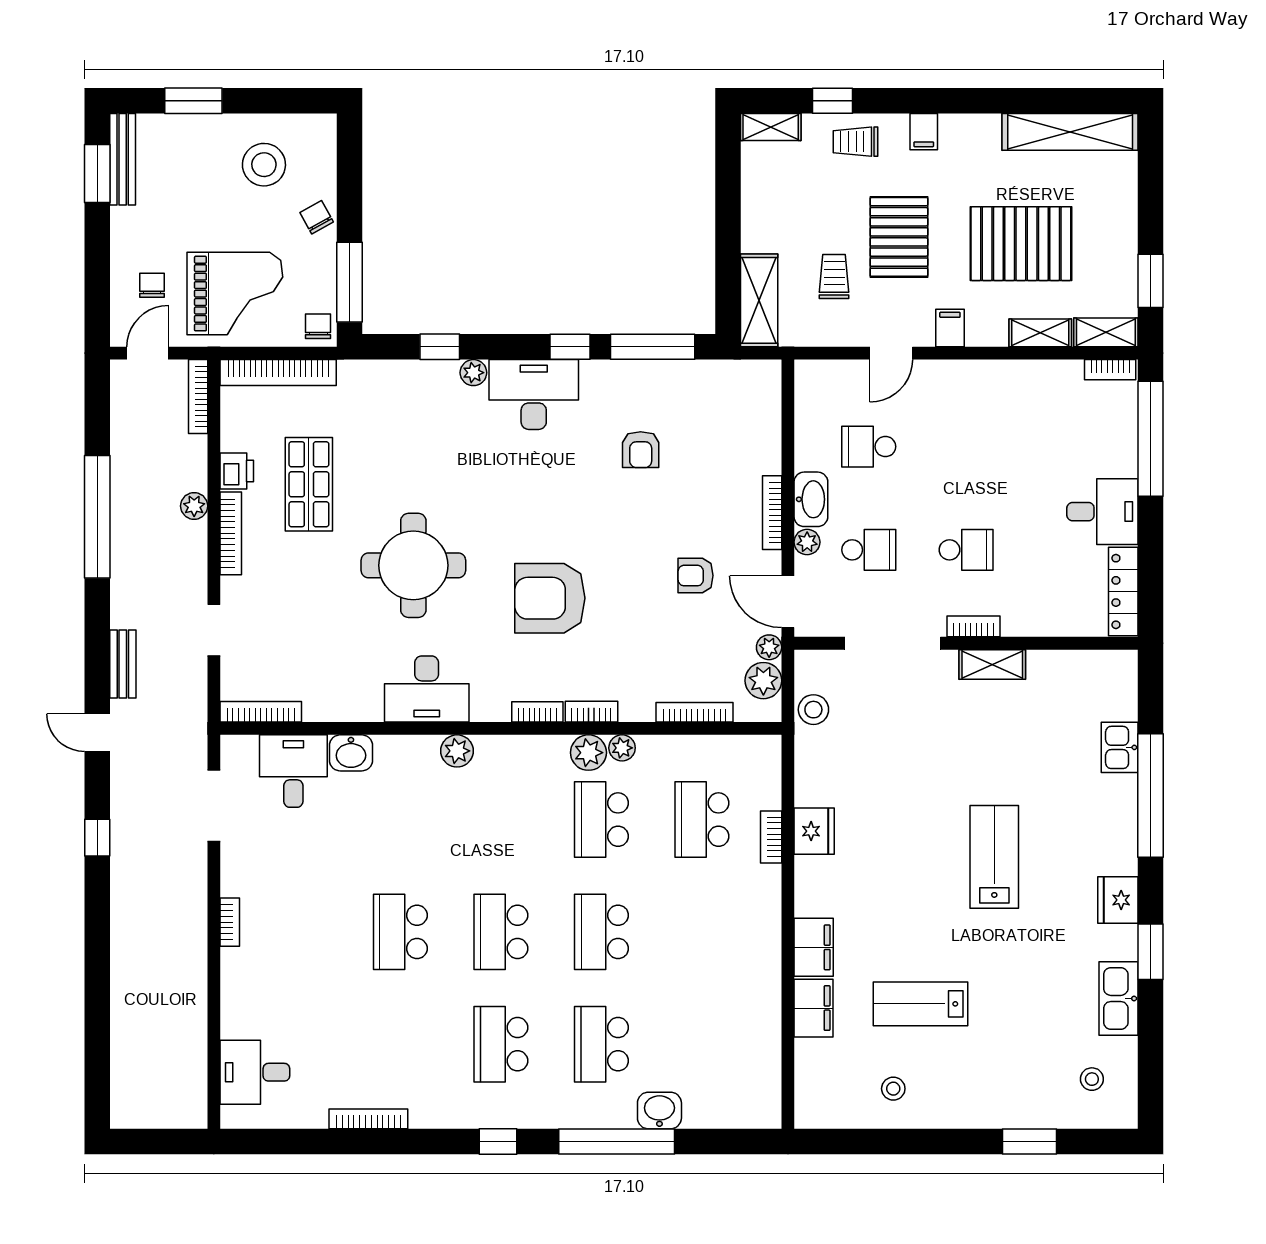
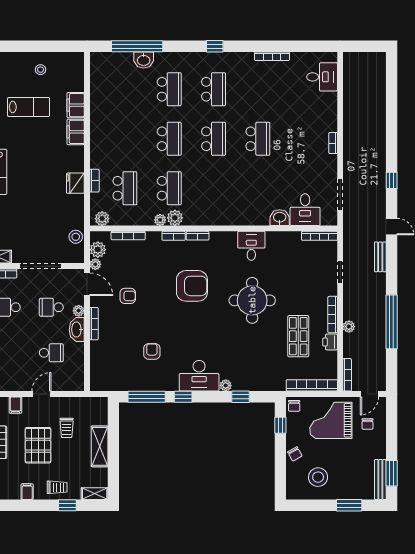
window: (349, 282) -> (280, 425), width x0.46
shelving: (759, 300) -> (100, 446), moved
desk: (427, 689) -> (251, 246), width x0.73
plant: (457, 751) -> (102, 219), moved
window: (617, 1142) -> (137, 46), moved

